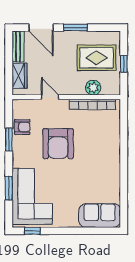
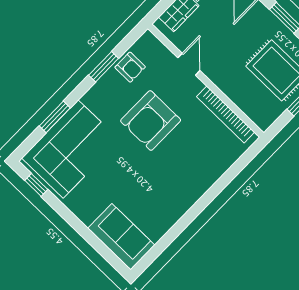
plant: (93, 88) -> (243, 98), removed

